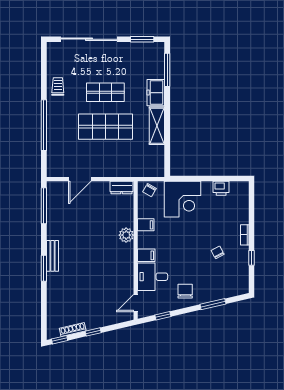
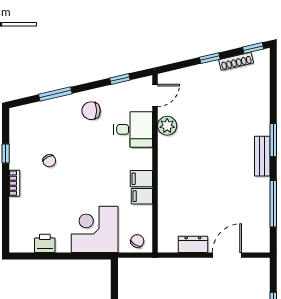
dresser: (122, 188) -> (193, 244), moved
window: (44, 206) -> (273, 204), moved
plant: (126, 235) -> (167, 126), moved
filing cabinet: (146, 255) -> (141, 179), moved
chair: (185, 291) -> (91, 111), turned 90

